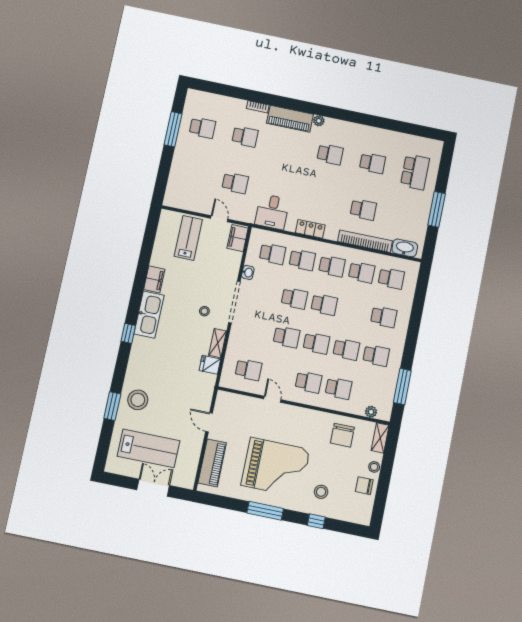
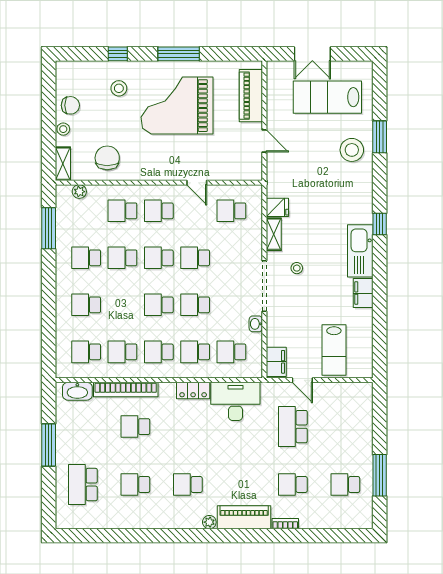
school desk: (235, 183) -> (293, 427), width x1.85
desk: (272, 212) -> (235, 401), width x1.37

